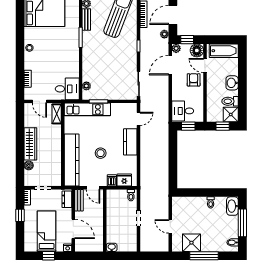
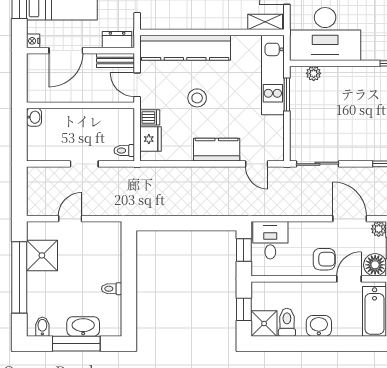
desk: (67, 89) -> (325, 34), width x1.87, depth x1.30
door: (93, 188) -> (137, 85), hinge flipped
washbasin: (232, 206) -> (83, 326), moved
window: (204, 256) -> (19, 277), width x1.46

